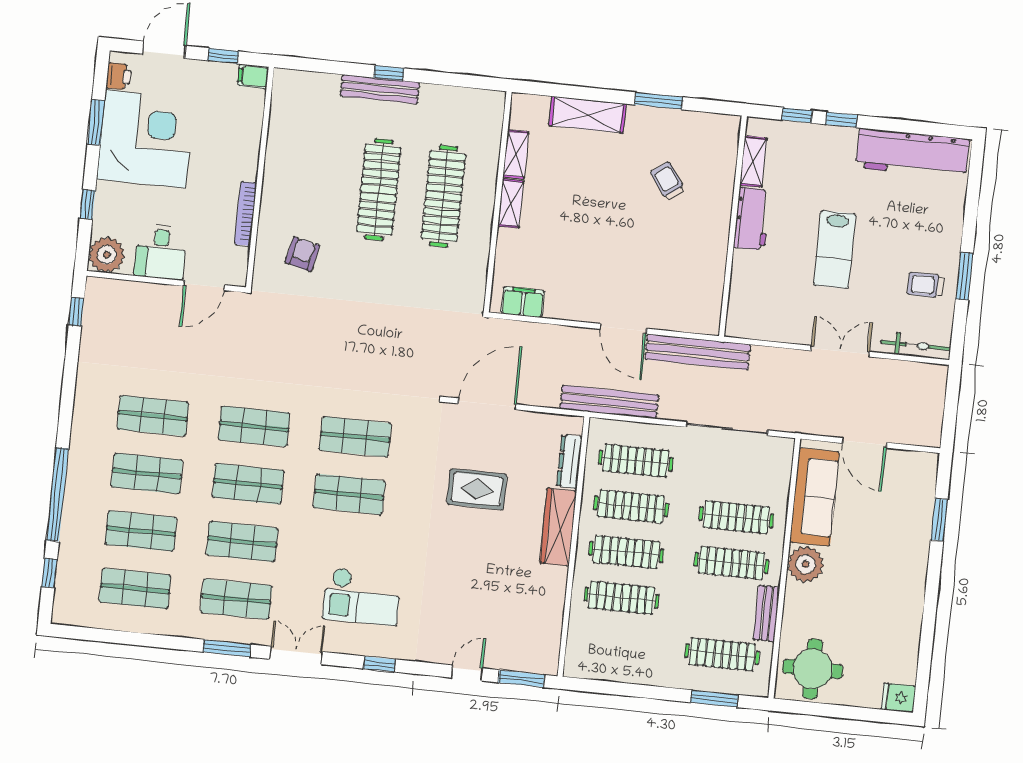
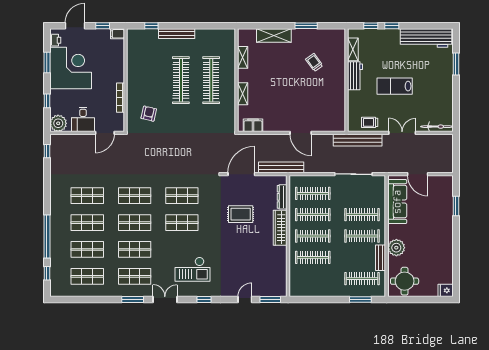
window: (389, 73) -> (151, 26), moved
shelving: (511, 203) -> (243, 94), moved
lab bench: (835, 249) -> (395, 86), turned 90
window: (964, 276) -> (456, 64), moved
trolley: (925, 285) -> (370, 122), moved
bench: (698, 352) -> (358, 140), moved
bench: (609, 402) -> (281, 167), moved
plant: (806, 564) -> (396, 248), moved

